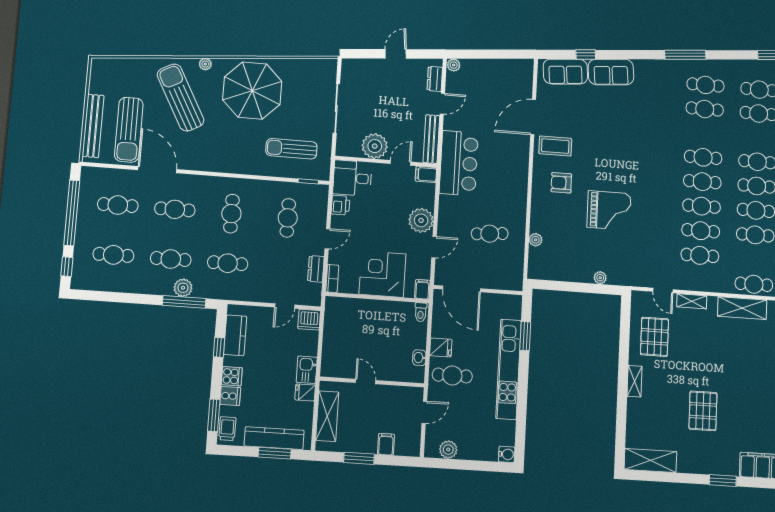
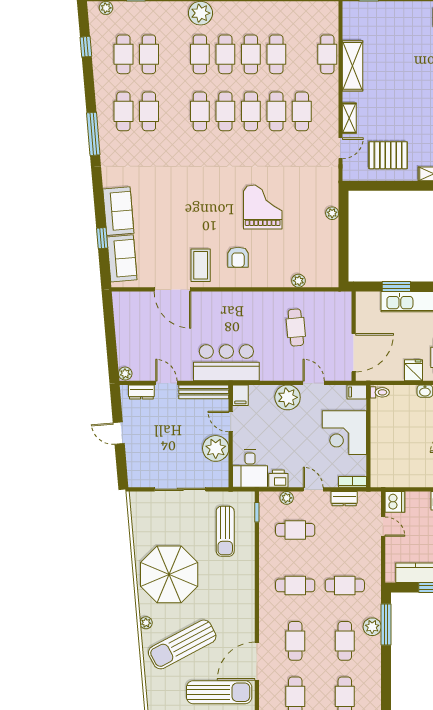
plant: (321, 212) -> (287, 498), added
cafe table: (228, 263) -> (345, 585), turned 90

